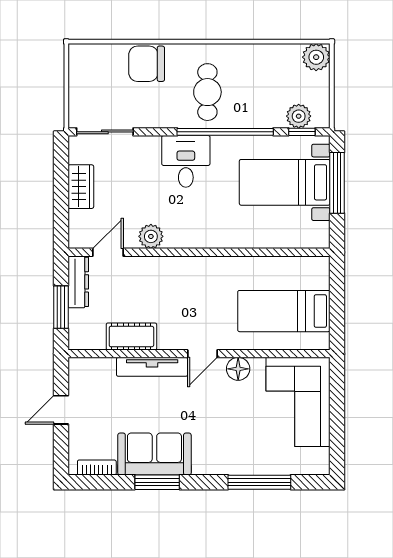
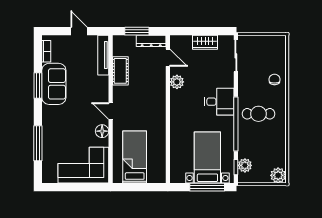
chair: (147, 64) -> (274, 79), width x0.54, depth x0.54
tv unit: (152, 367) -> (103, 55), moved

